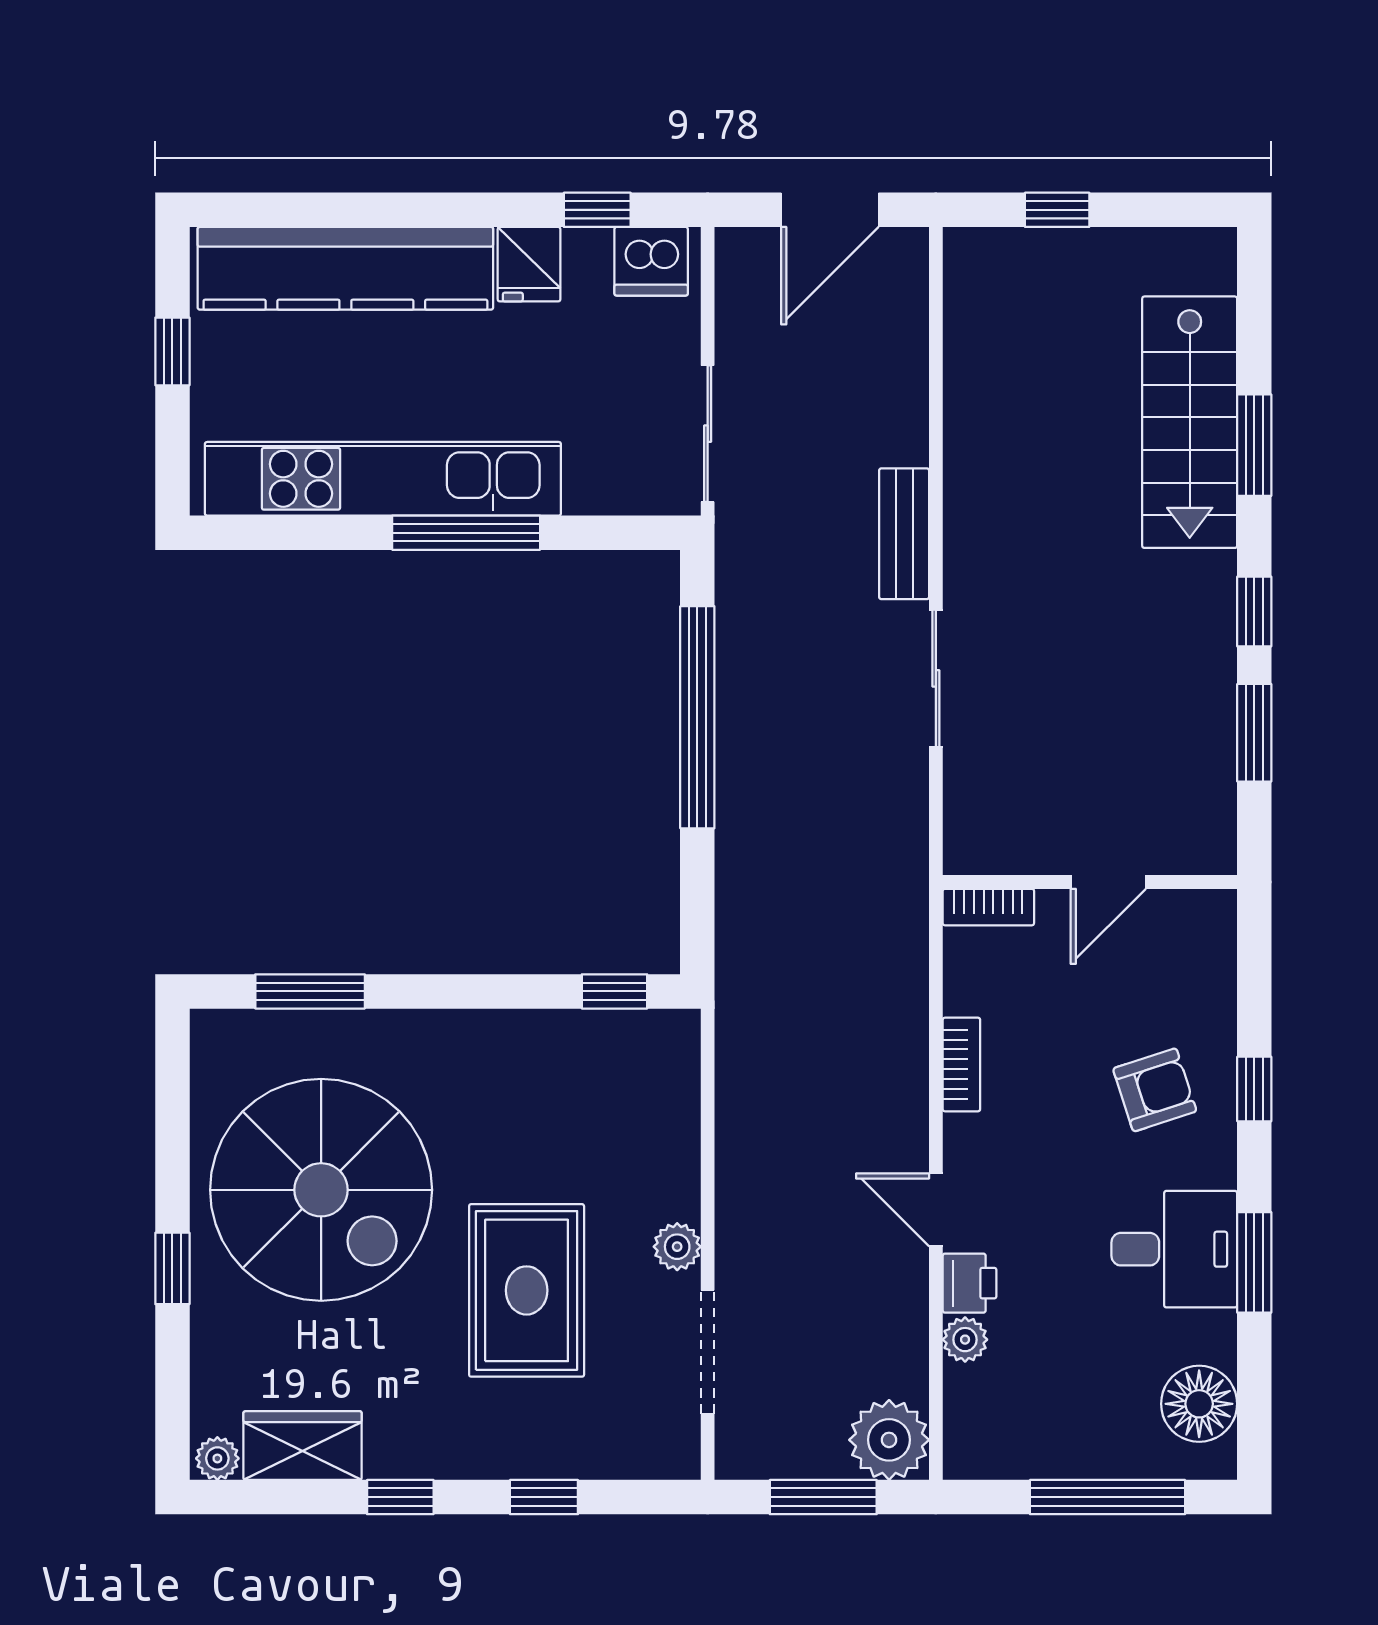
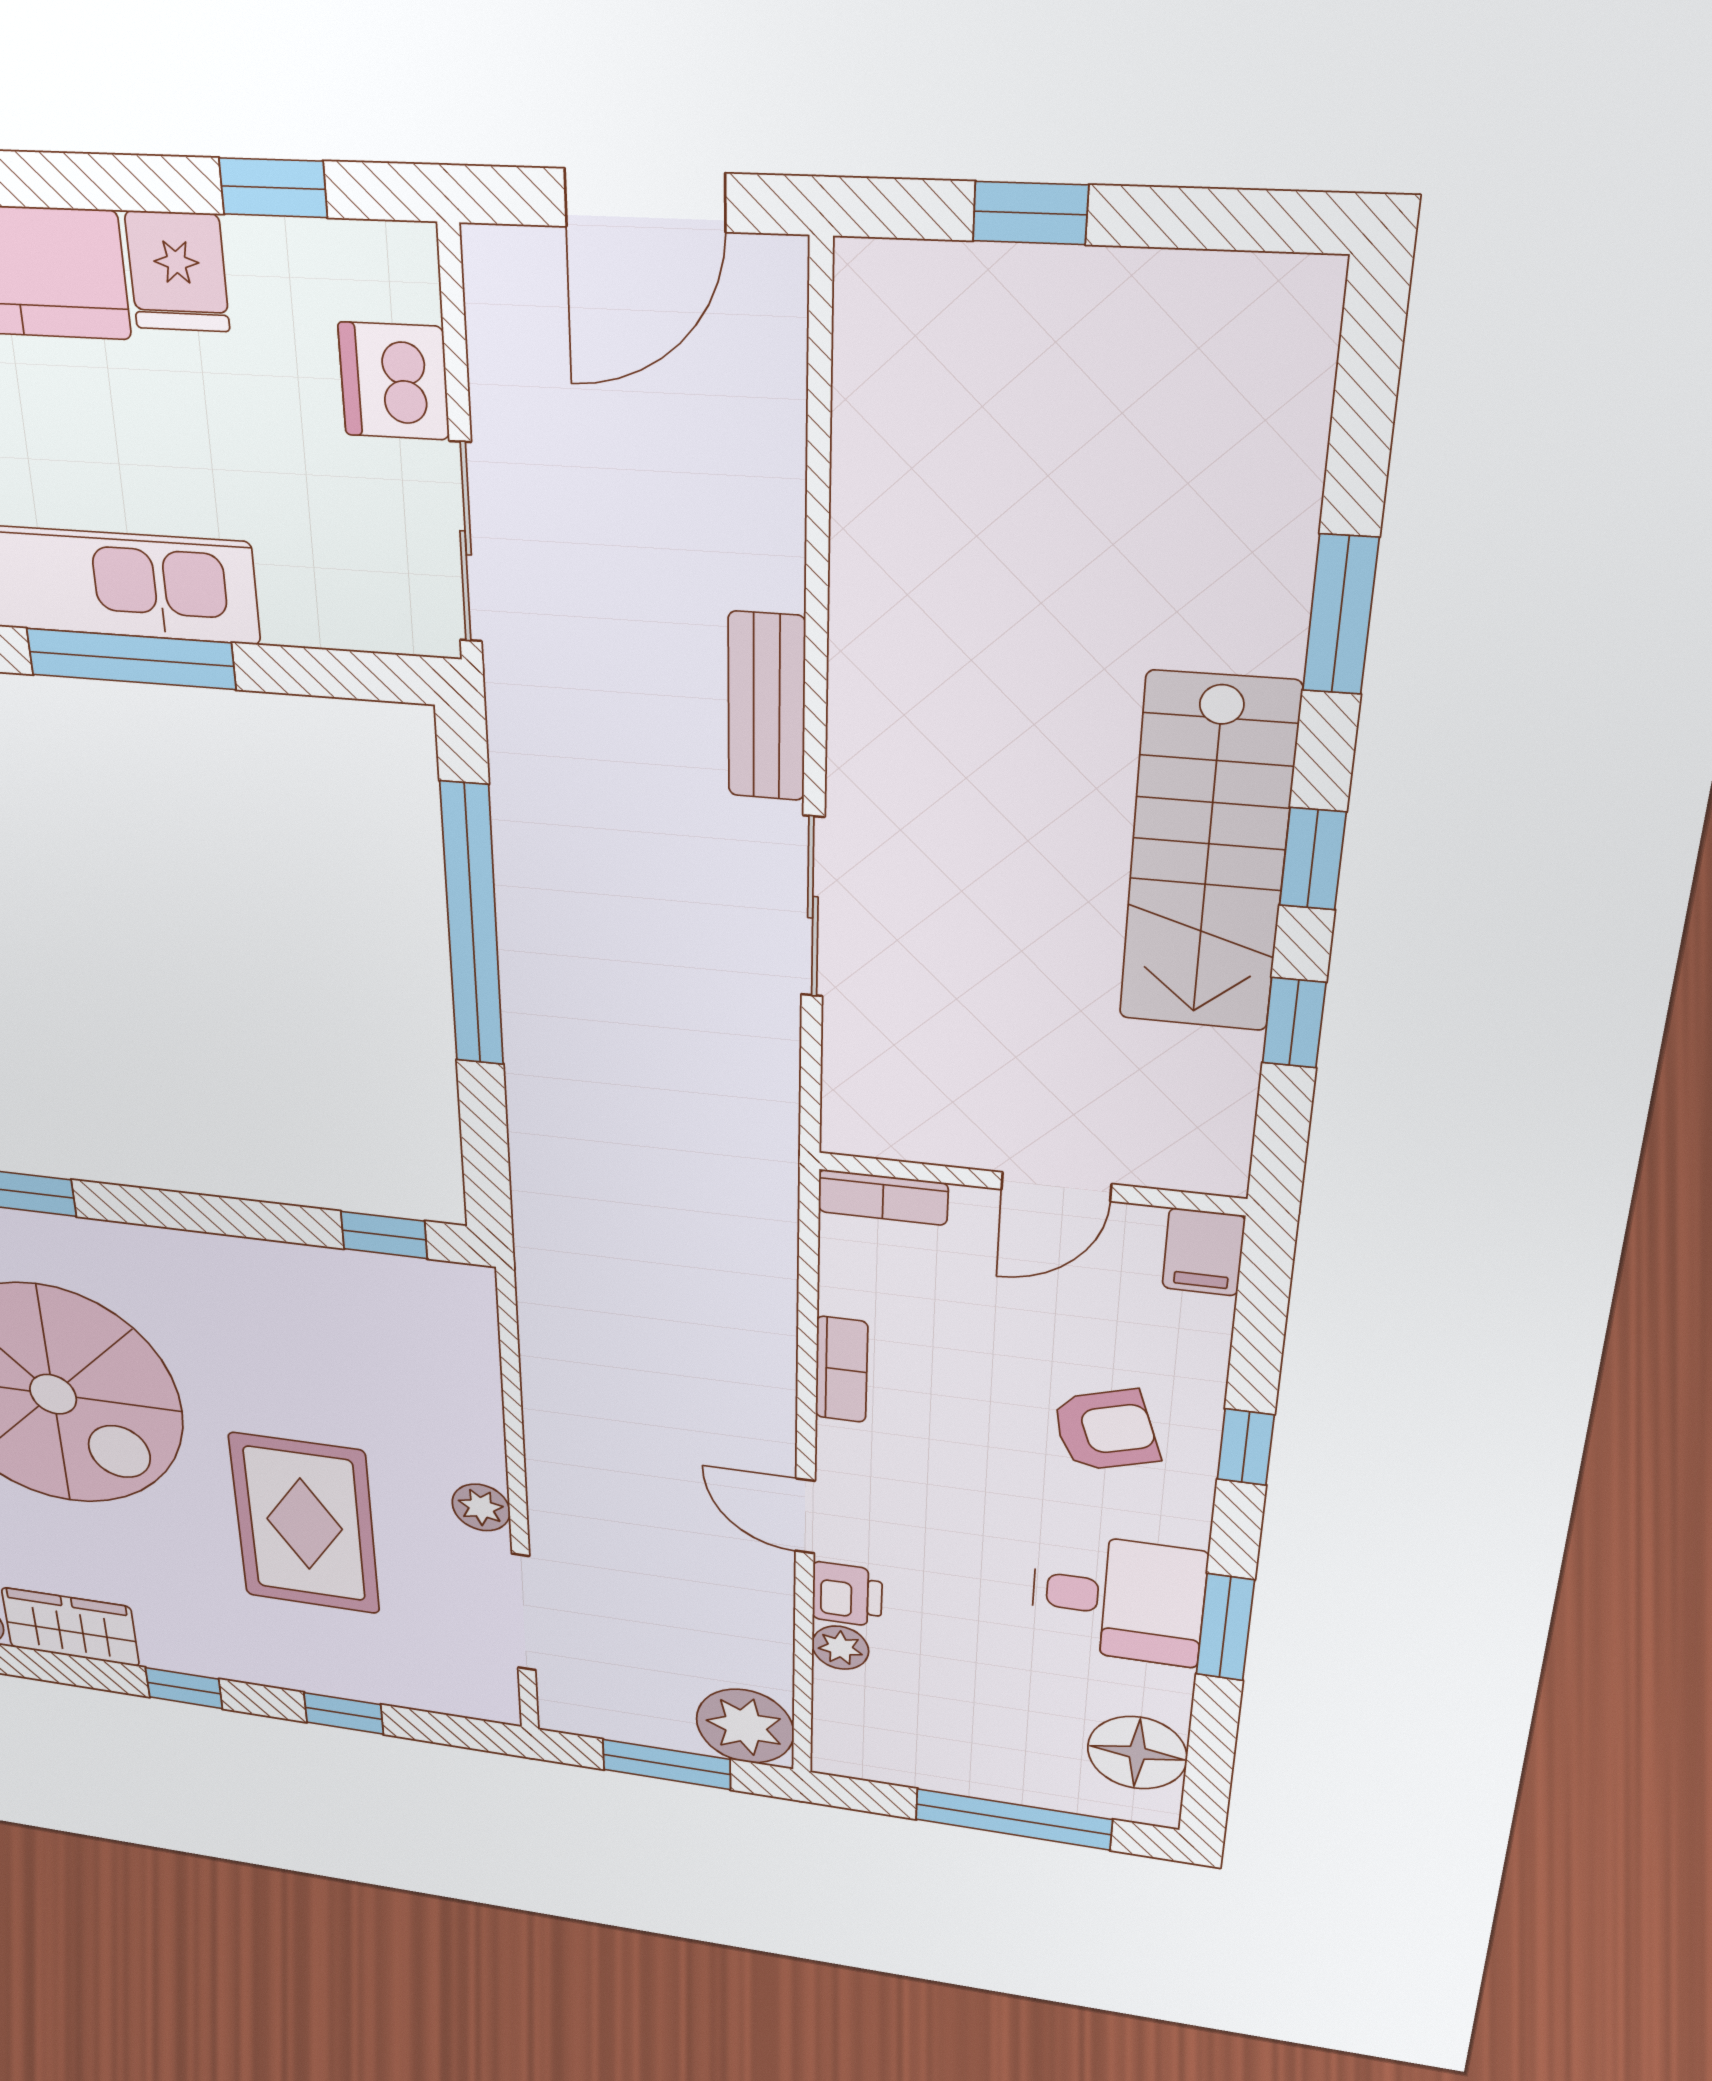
dishwasher: (651, 261) -> (394, 381), moved, turned 90
stairs: (1190, 422) -> (1208, 855), moved
window: (1254, 733) -> (1294, 1023), width x0.67
filing cabinet: (1211, 923) -> (1204, 1252), added

